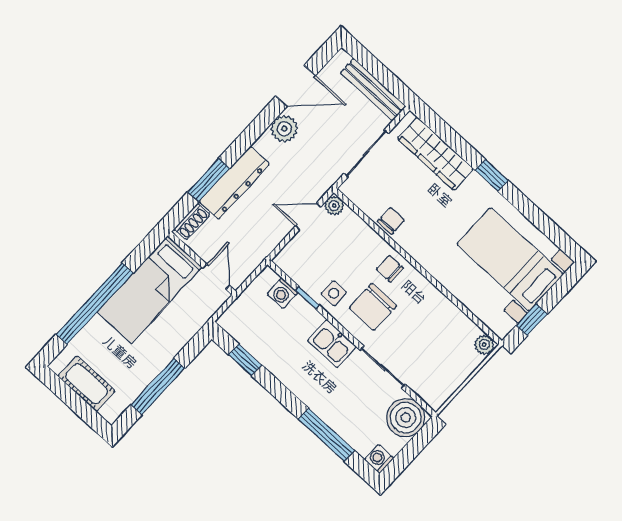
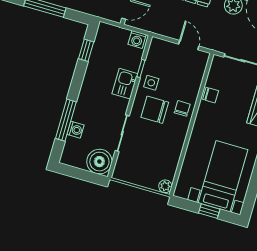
plant: (334, 206) -> (203, 57), removed
washing machine: (282, 293) -> (137, 39), moved, turned -90
window: (532, 320) -> (209, 211), moved
kitchen sink: (332, 344) -> (125, 84), moved
washing machine: (379, 459) -> (75, 130), moved, turned 90

